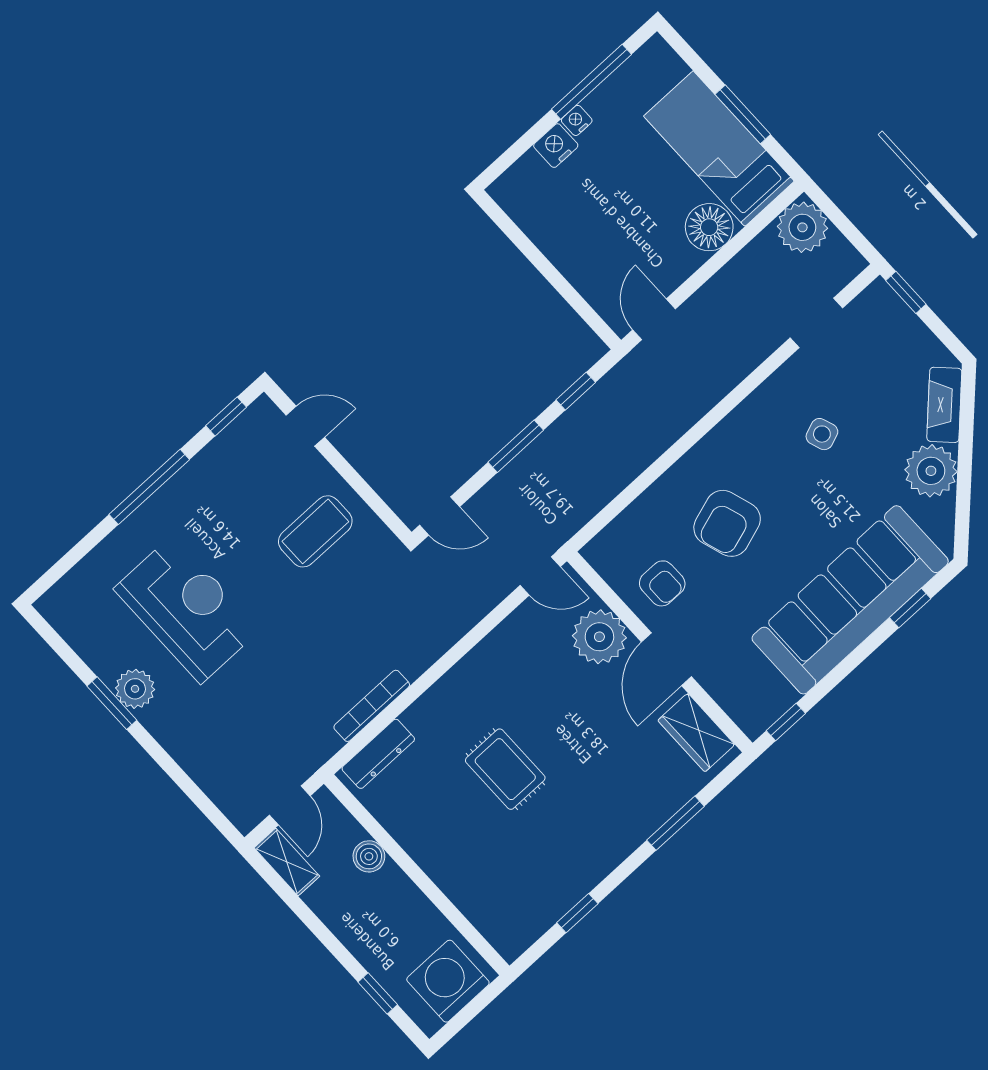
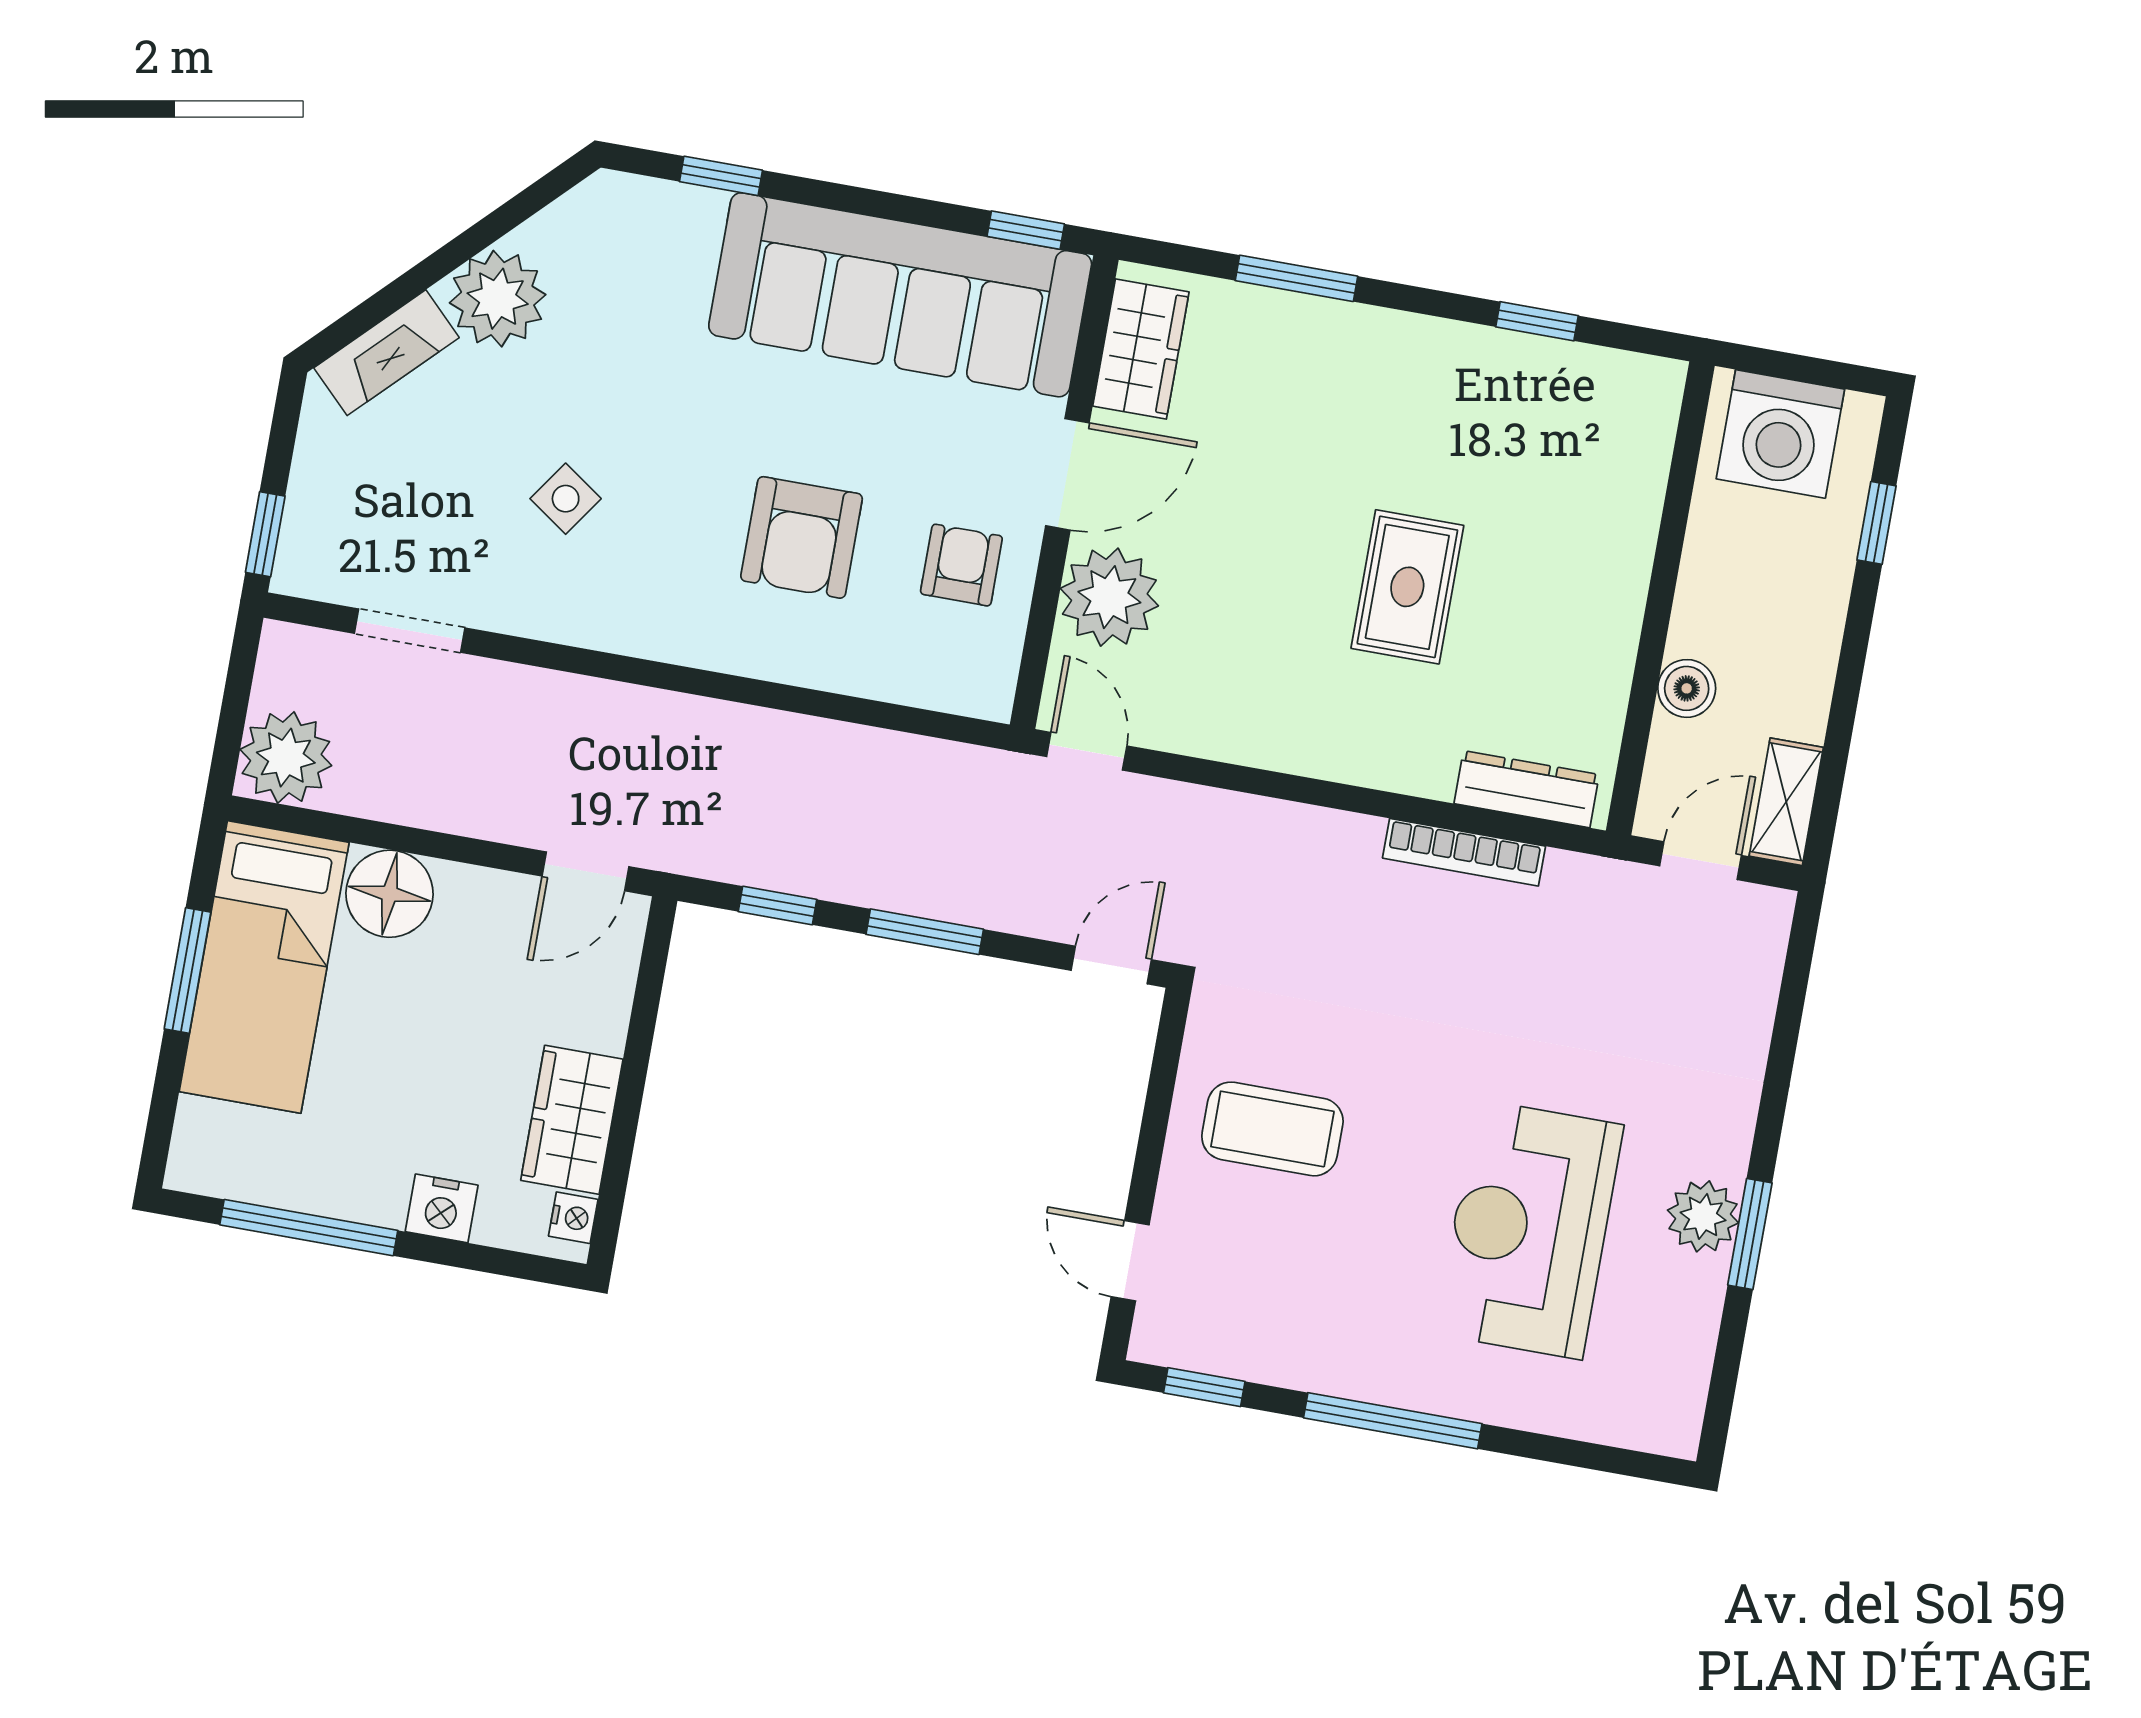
nightstand: (577, 120) -> (573, 1218), moved, turned -90
wardrobe: (551, 231) -> (572, 1120), added
side table: (822, 434) -> (566, 499), turned -35
door: (440, 516) -> (1111, 965), hinge flipped
armchair: (727, 523) -> (802, 537), turned 108
sofa: (850, 600) -> (900, 295), moved

